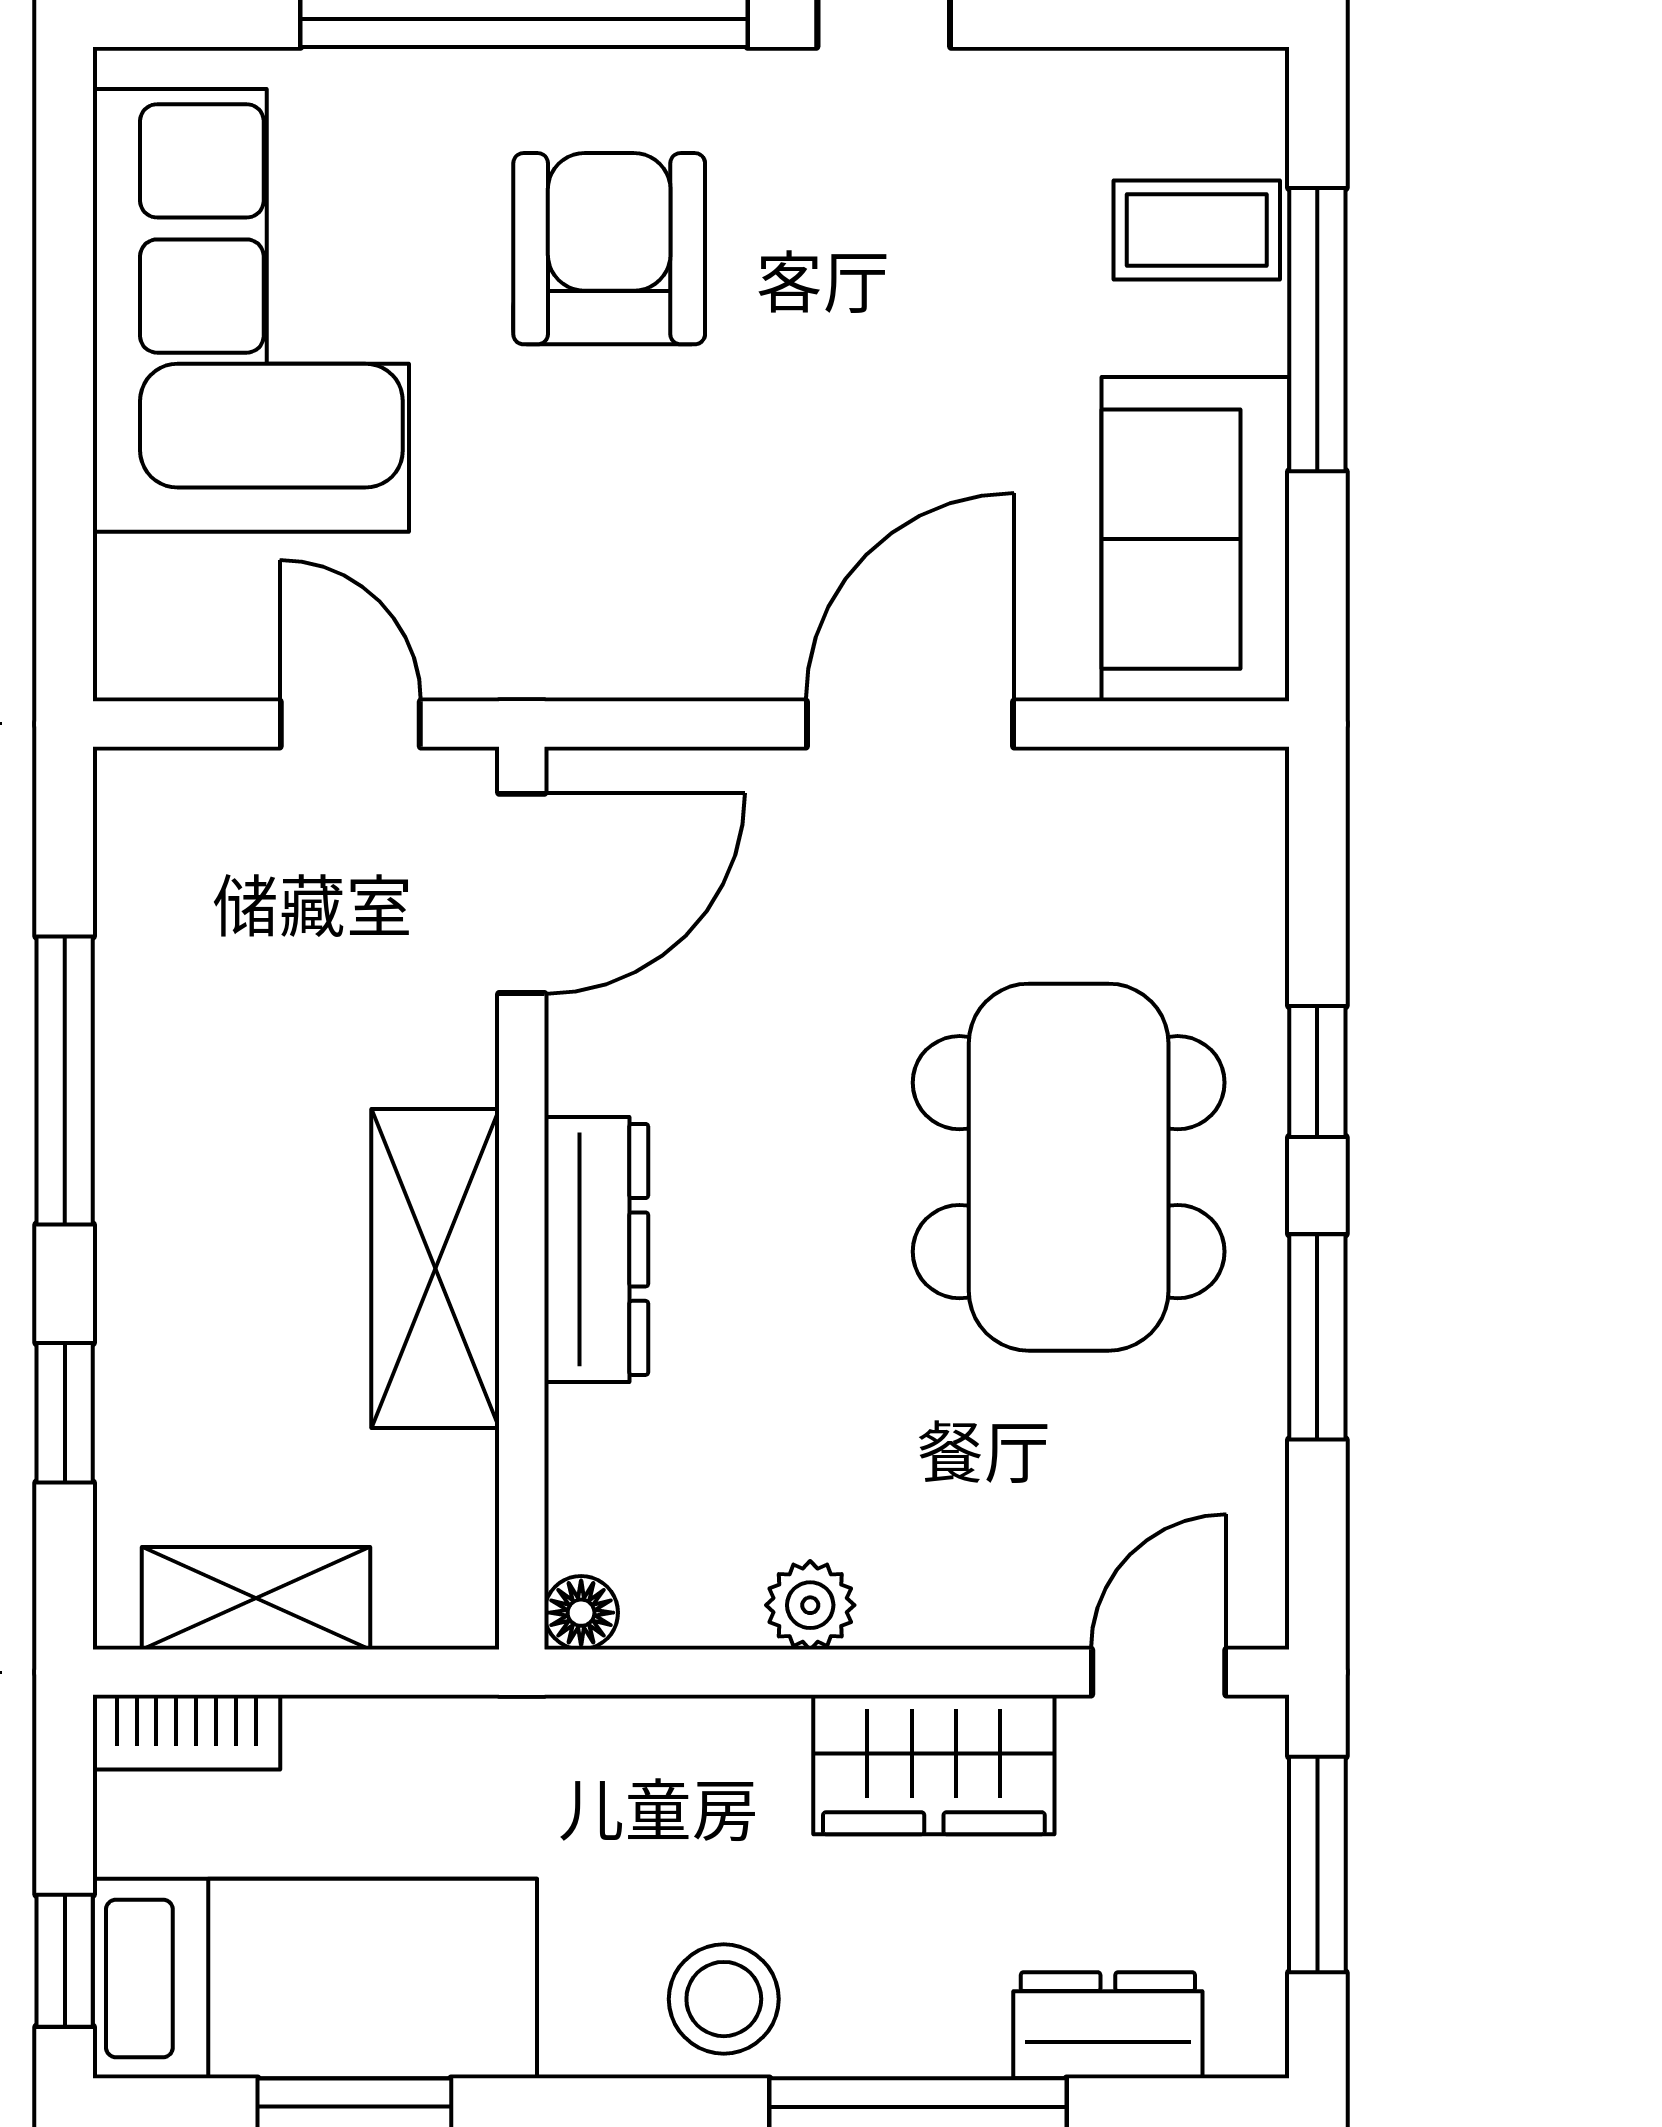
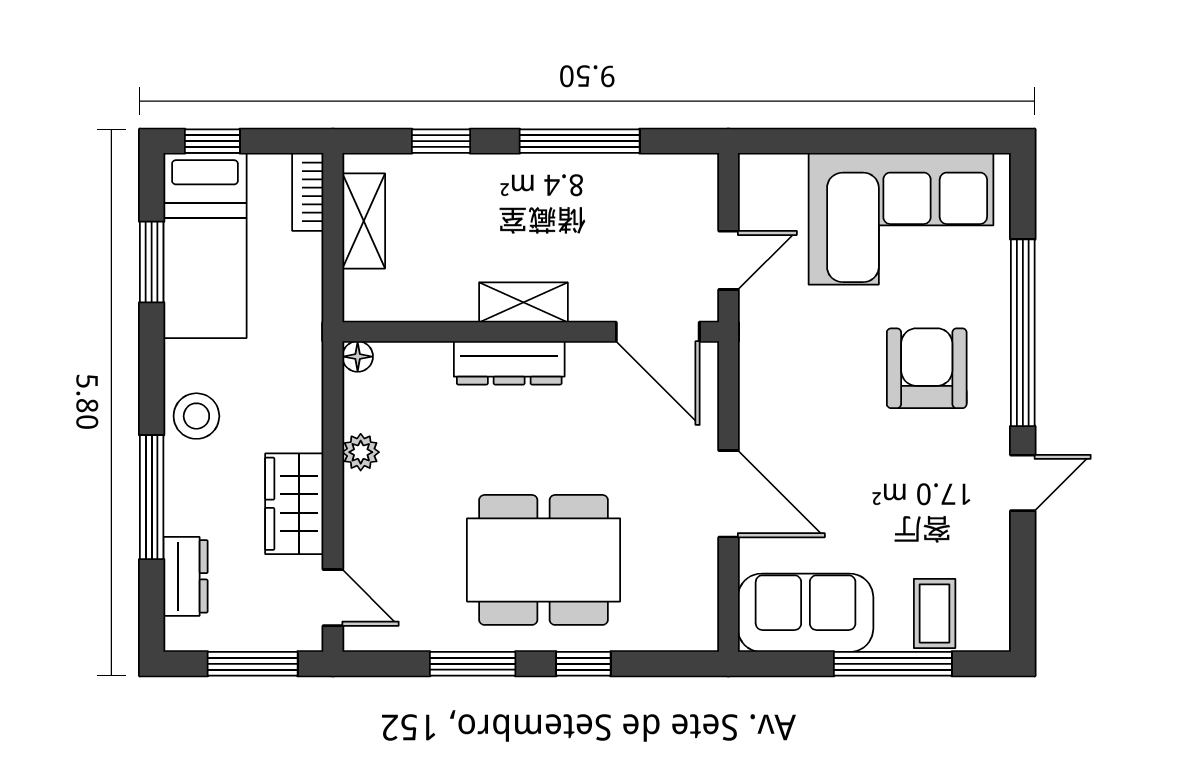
armchair: (609, 249) -> (927, 368), turned -90
shelving: (435, 1269) -> (523, 302), width x0.67, depth x0.75

